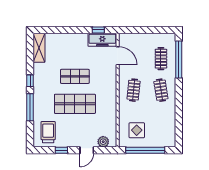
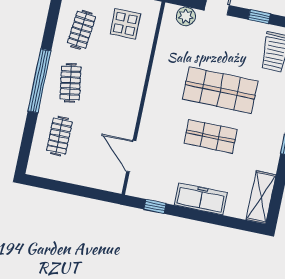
freezer: (102, 40) -> (201, 199), moved
window: (179, 59) -> (39, 81), moved
clothes rail: (134, 90) -> (82, 30), moved

